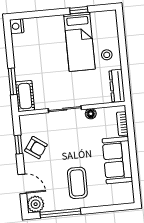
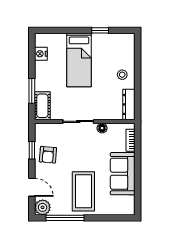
nightstand: (17, 26) -> (41, 54), moved
bed: (79, 42) -> (79, 60), moved
armchair: (36, 148) -> (48, 155), turned 60
coffee table: (77, 183) -> (83, 191), width x1.36, depth x1.32

